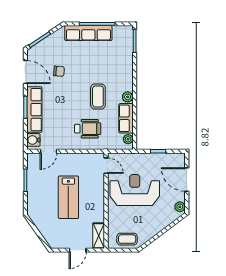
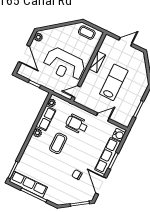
row of seats: (88, 33) -> (28, 184), moved
door: (49, 151) -> (103, 117), moved
door: (106, 166) -> (76, 92), hinge flipped
shelving: (99, 236) -> (97, 62), moved

